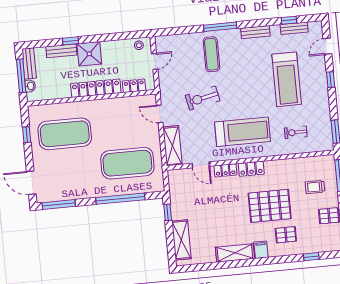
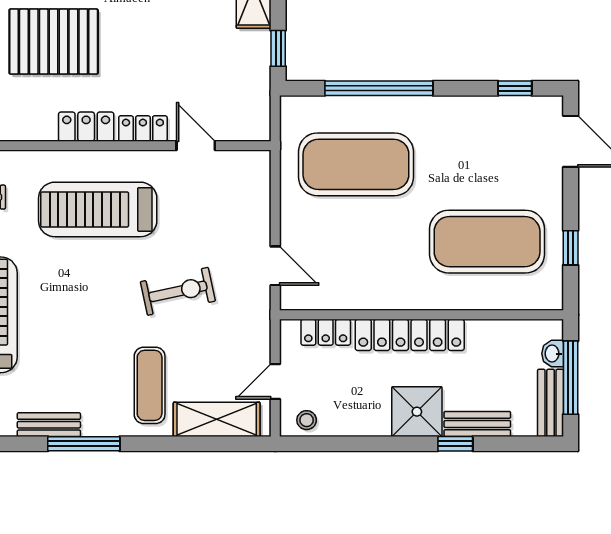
window: (220, 27) -> (84, 444), moved
shelving: (173, 146) -> (217, 419), moved, turned 90
window: (59, 204) -> (515, 88), width x0.46

